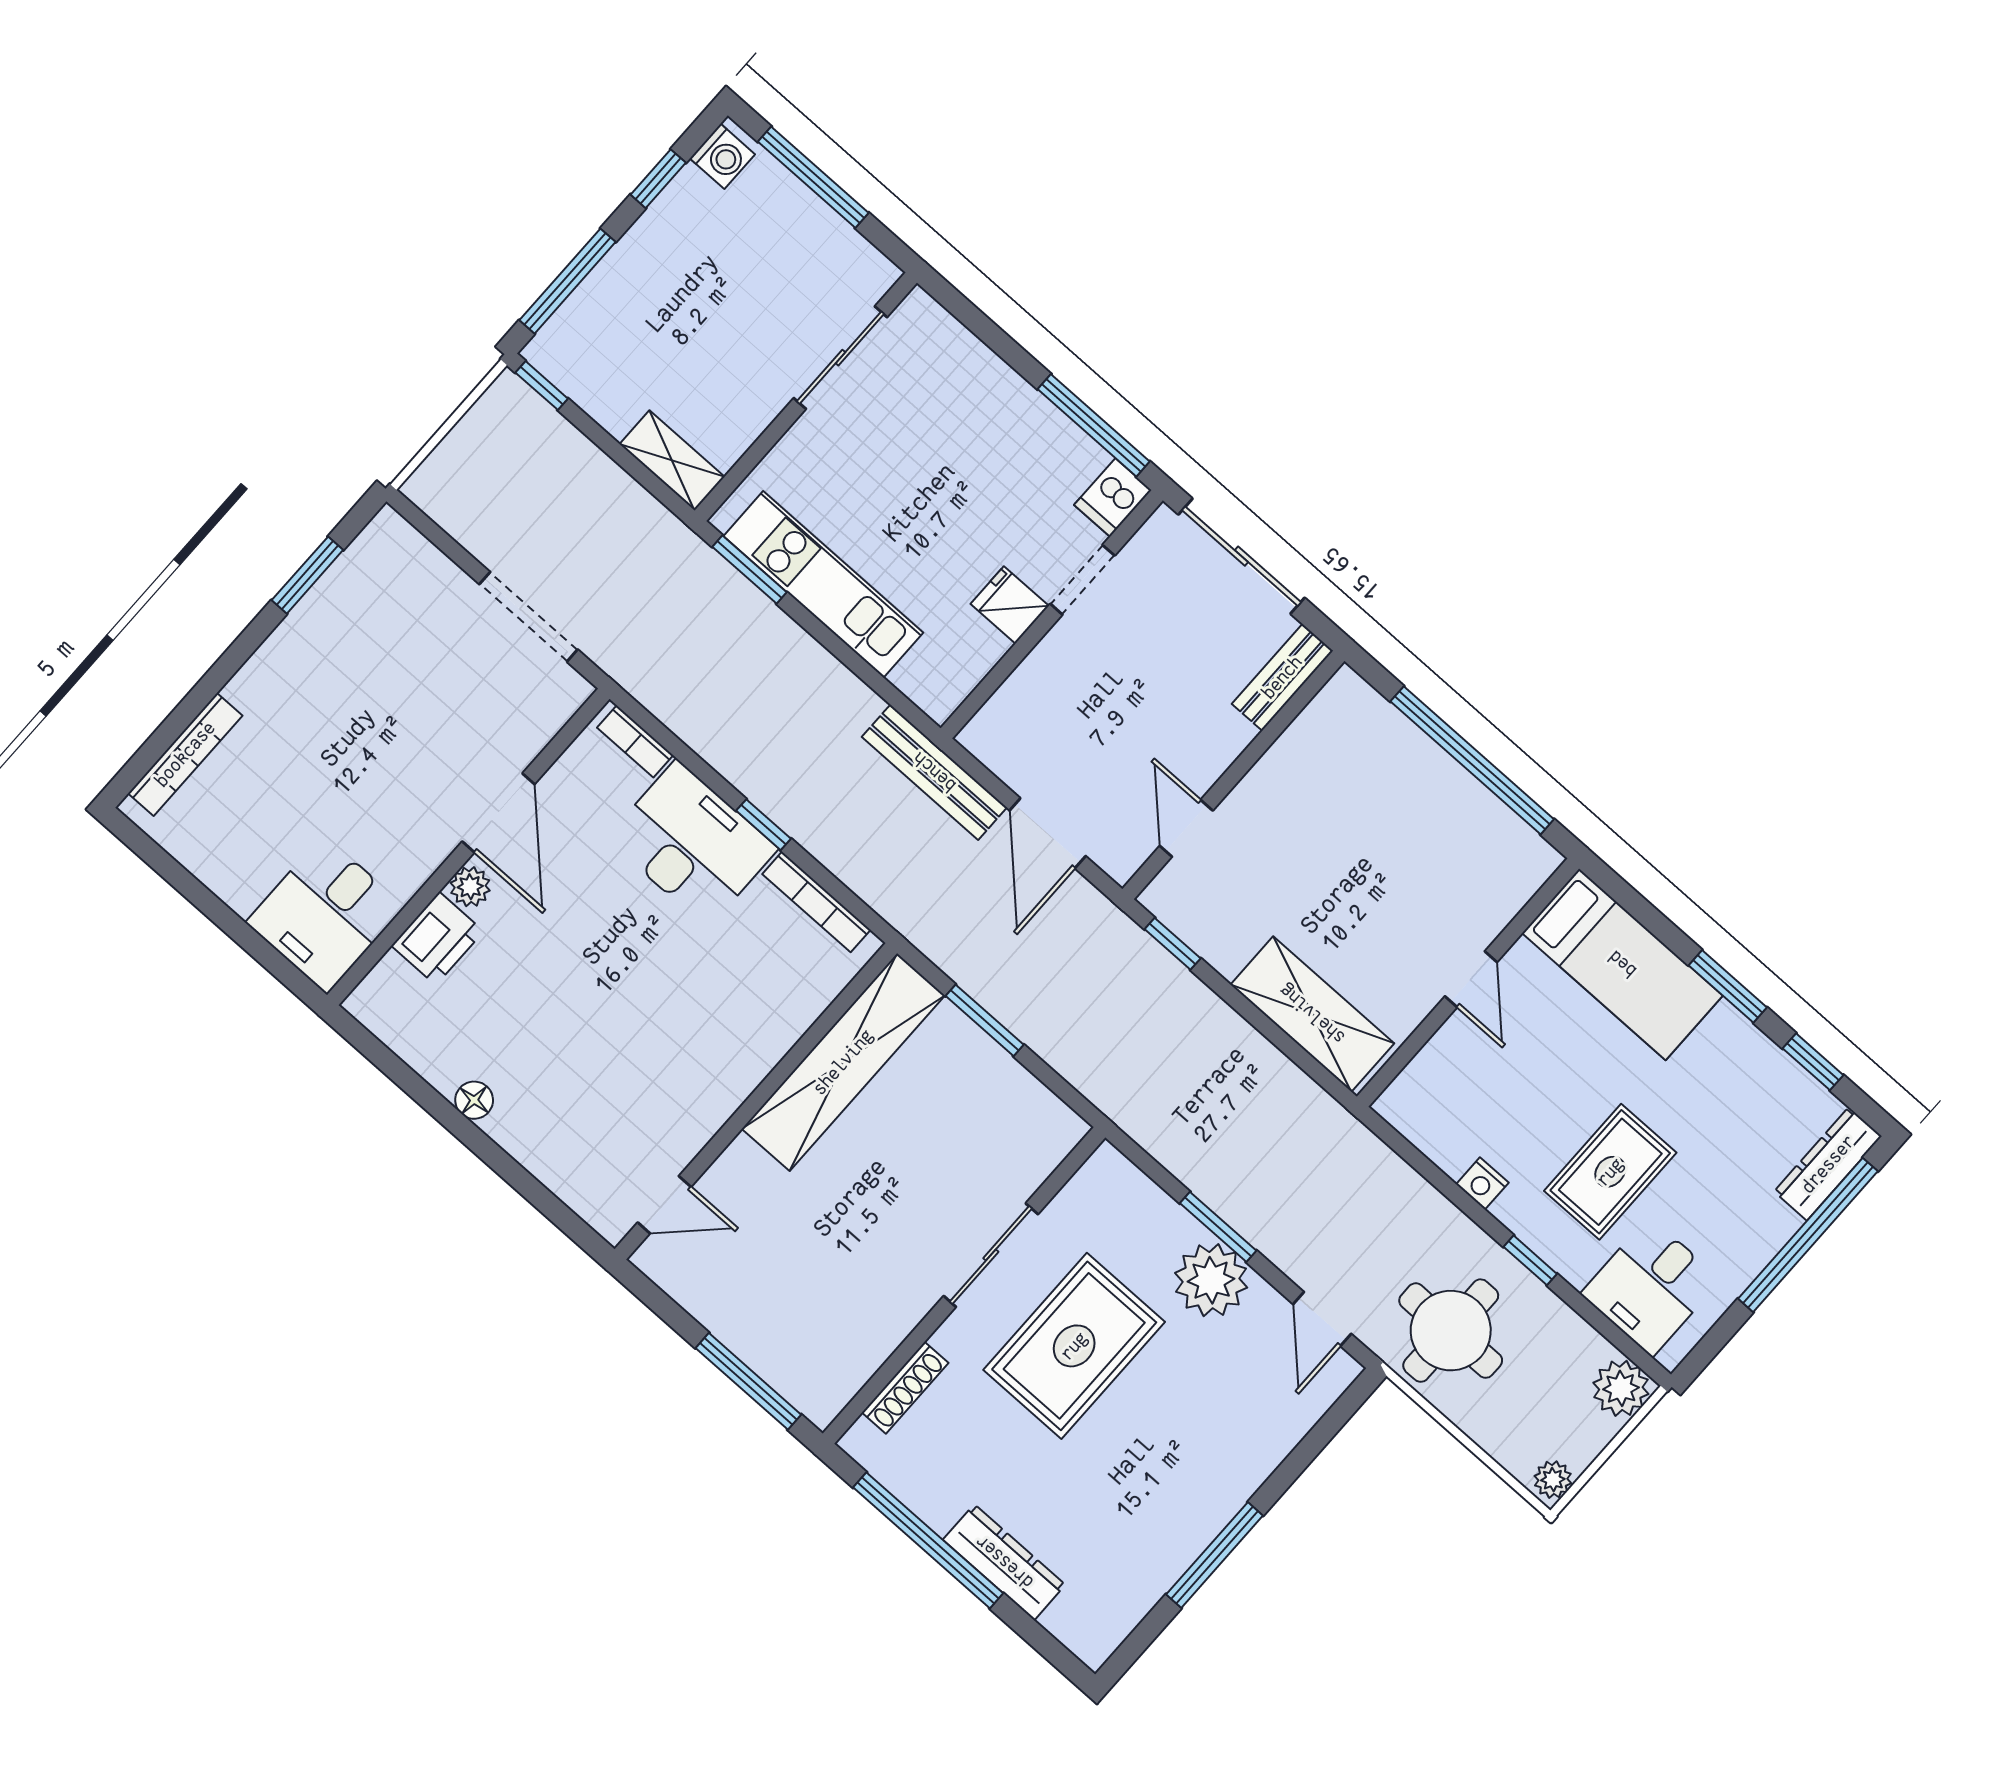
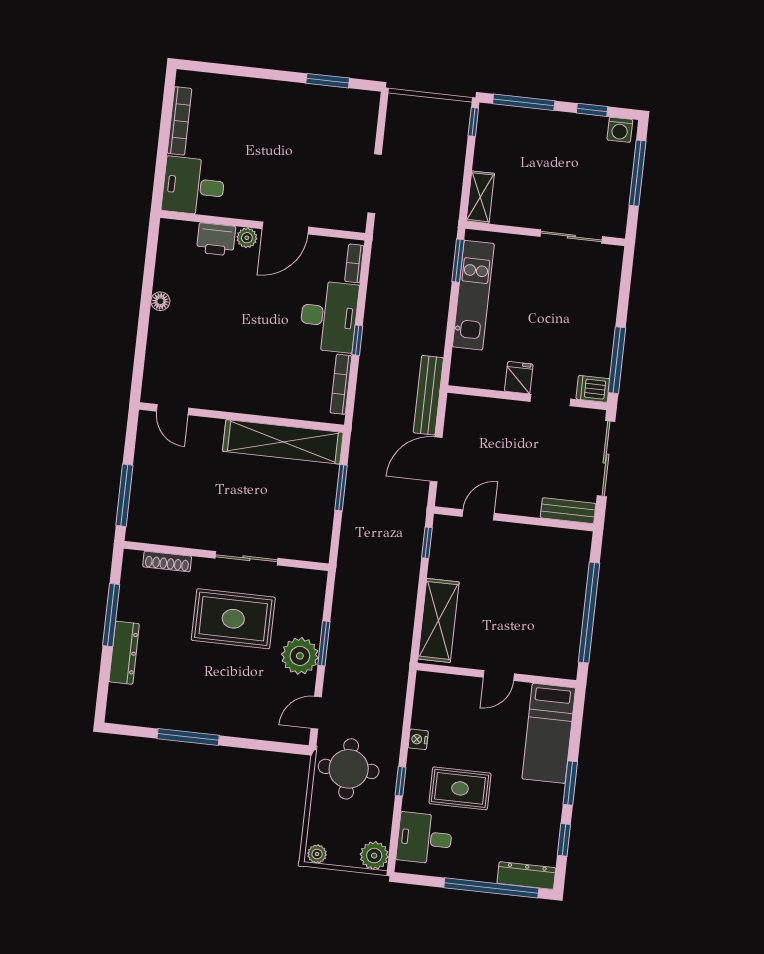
bookcase: (185, 754) -> (179, 121), moved, turned -90
window: (928, 1540) -> (111, 615), width x0.68

